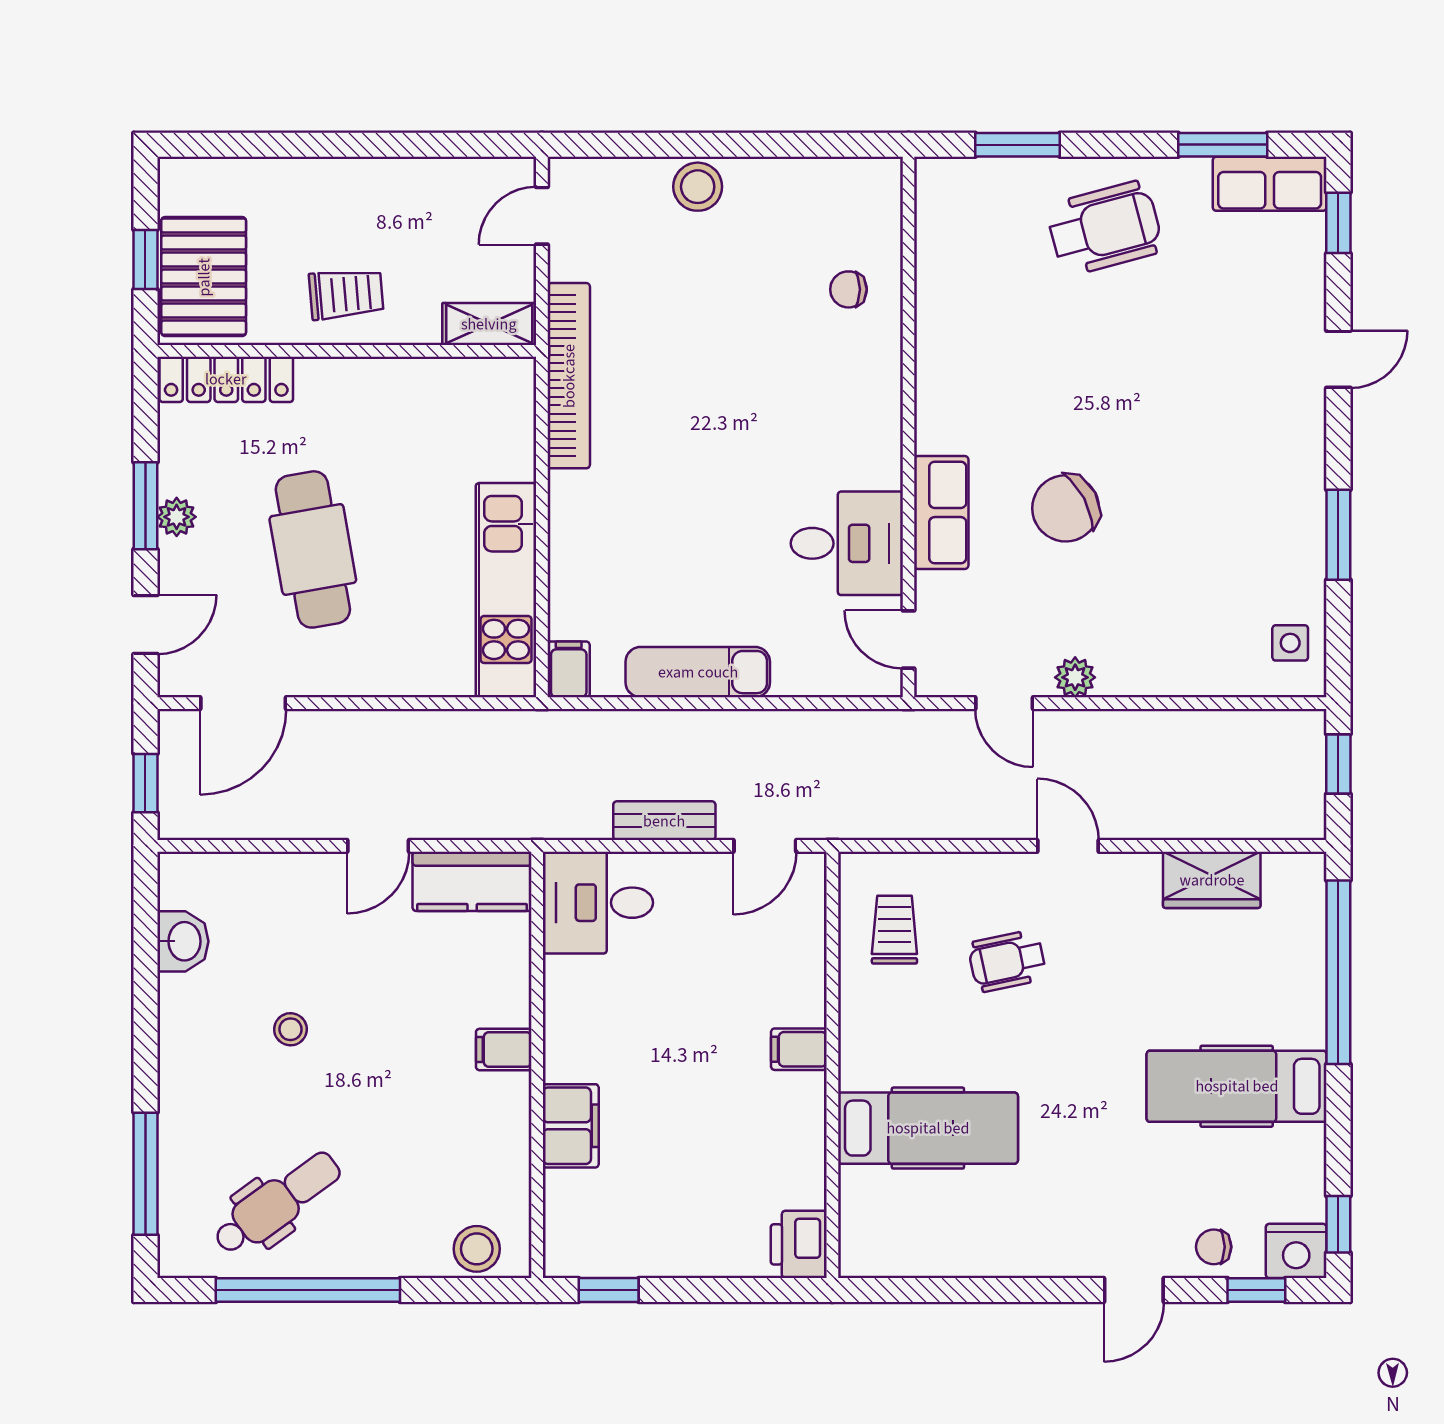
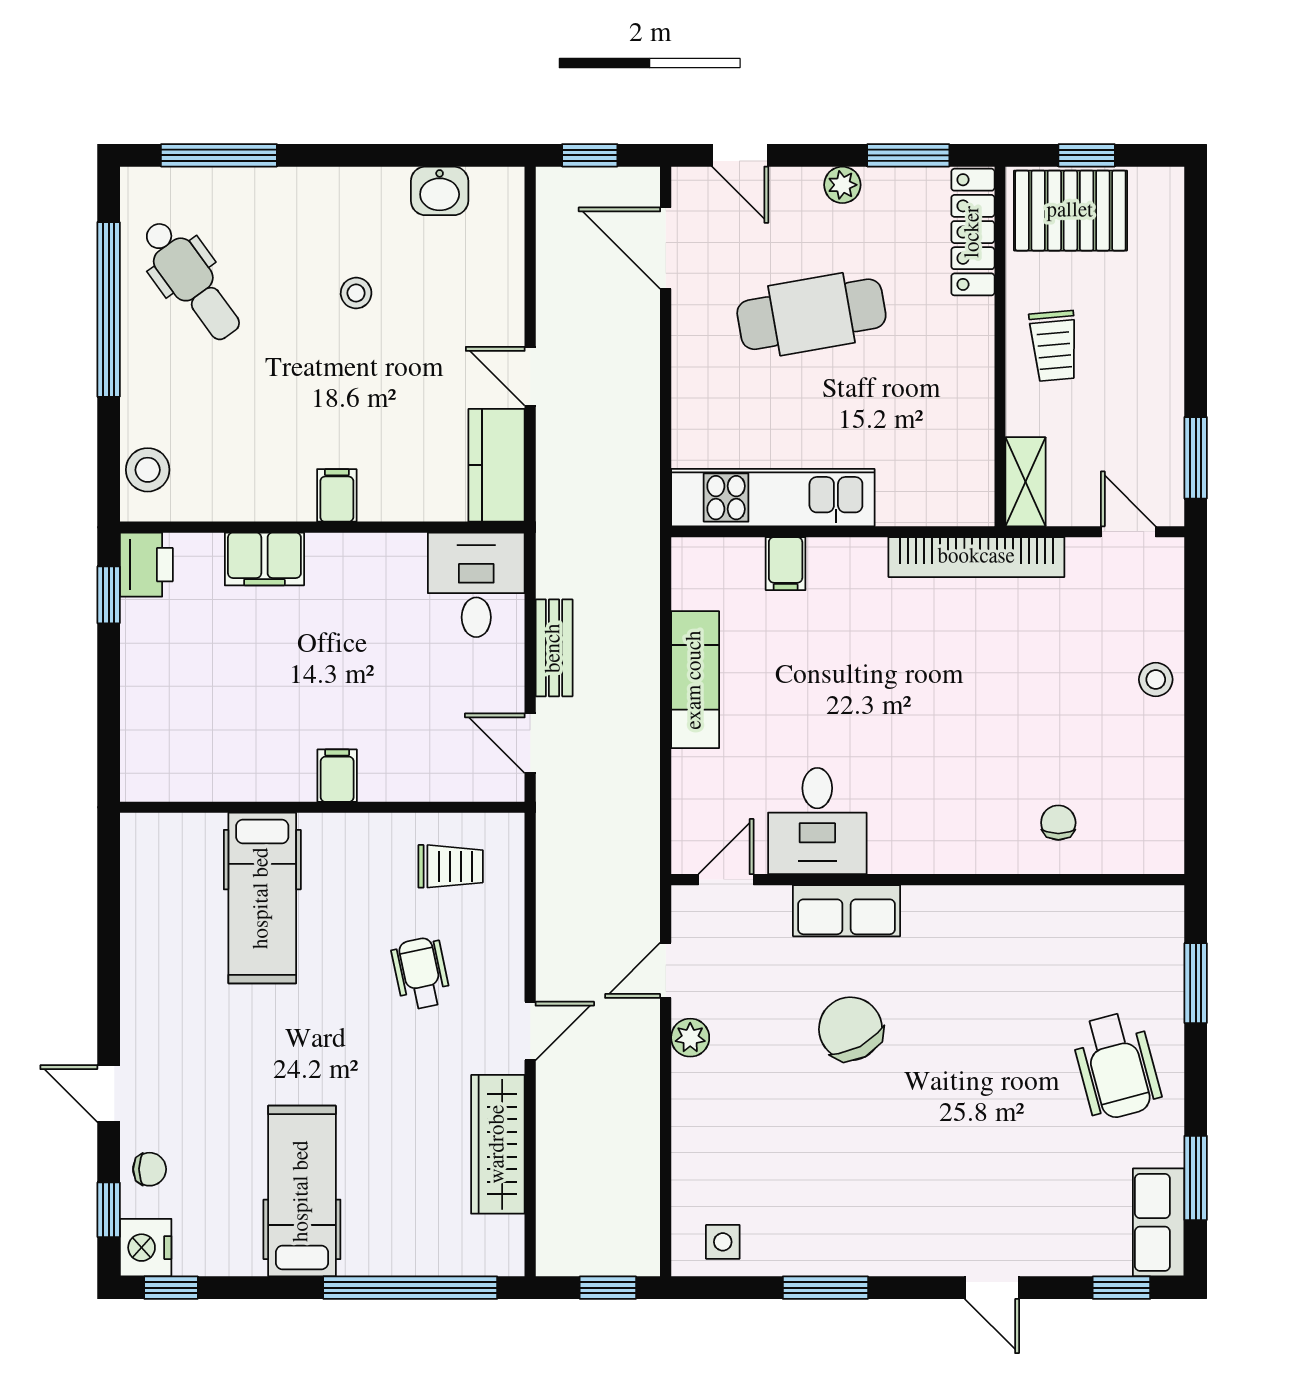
window: (464, 145) -> (1196, 458), added
stool: (698, 187) -> (1156, 679), width x0.73, depth x0.73
window: (145, 506) -> (908, 155), moved
filing cabinet: (569, 669) -> (786, 564), moved, turned 90
wardrobe: (1212, 880) -> (498, 1144), width x1.50
printer: (799, 1244) -> (146, 565), moved, turned 90
chair: (1214, 1247) -> (150, 1169), turned 90

